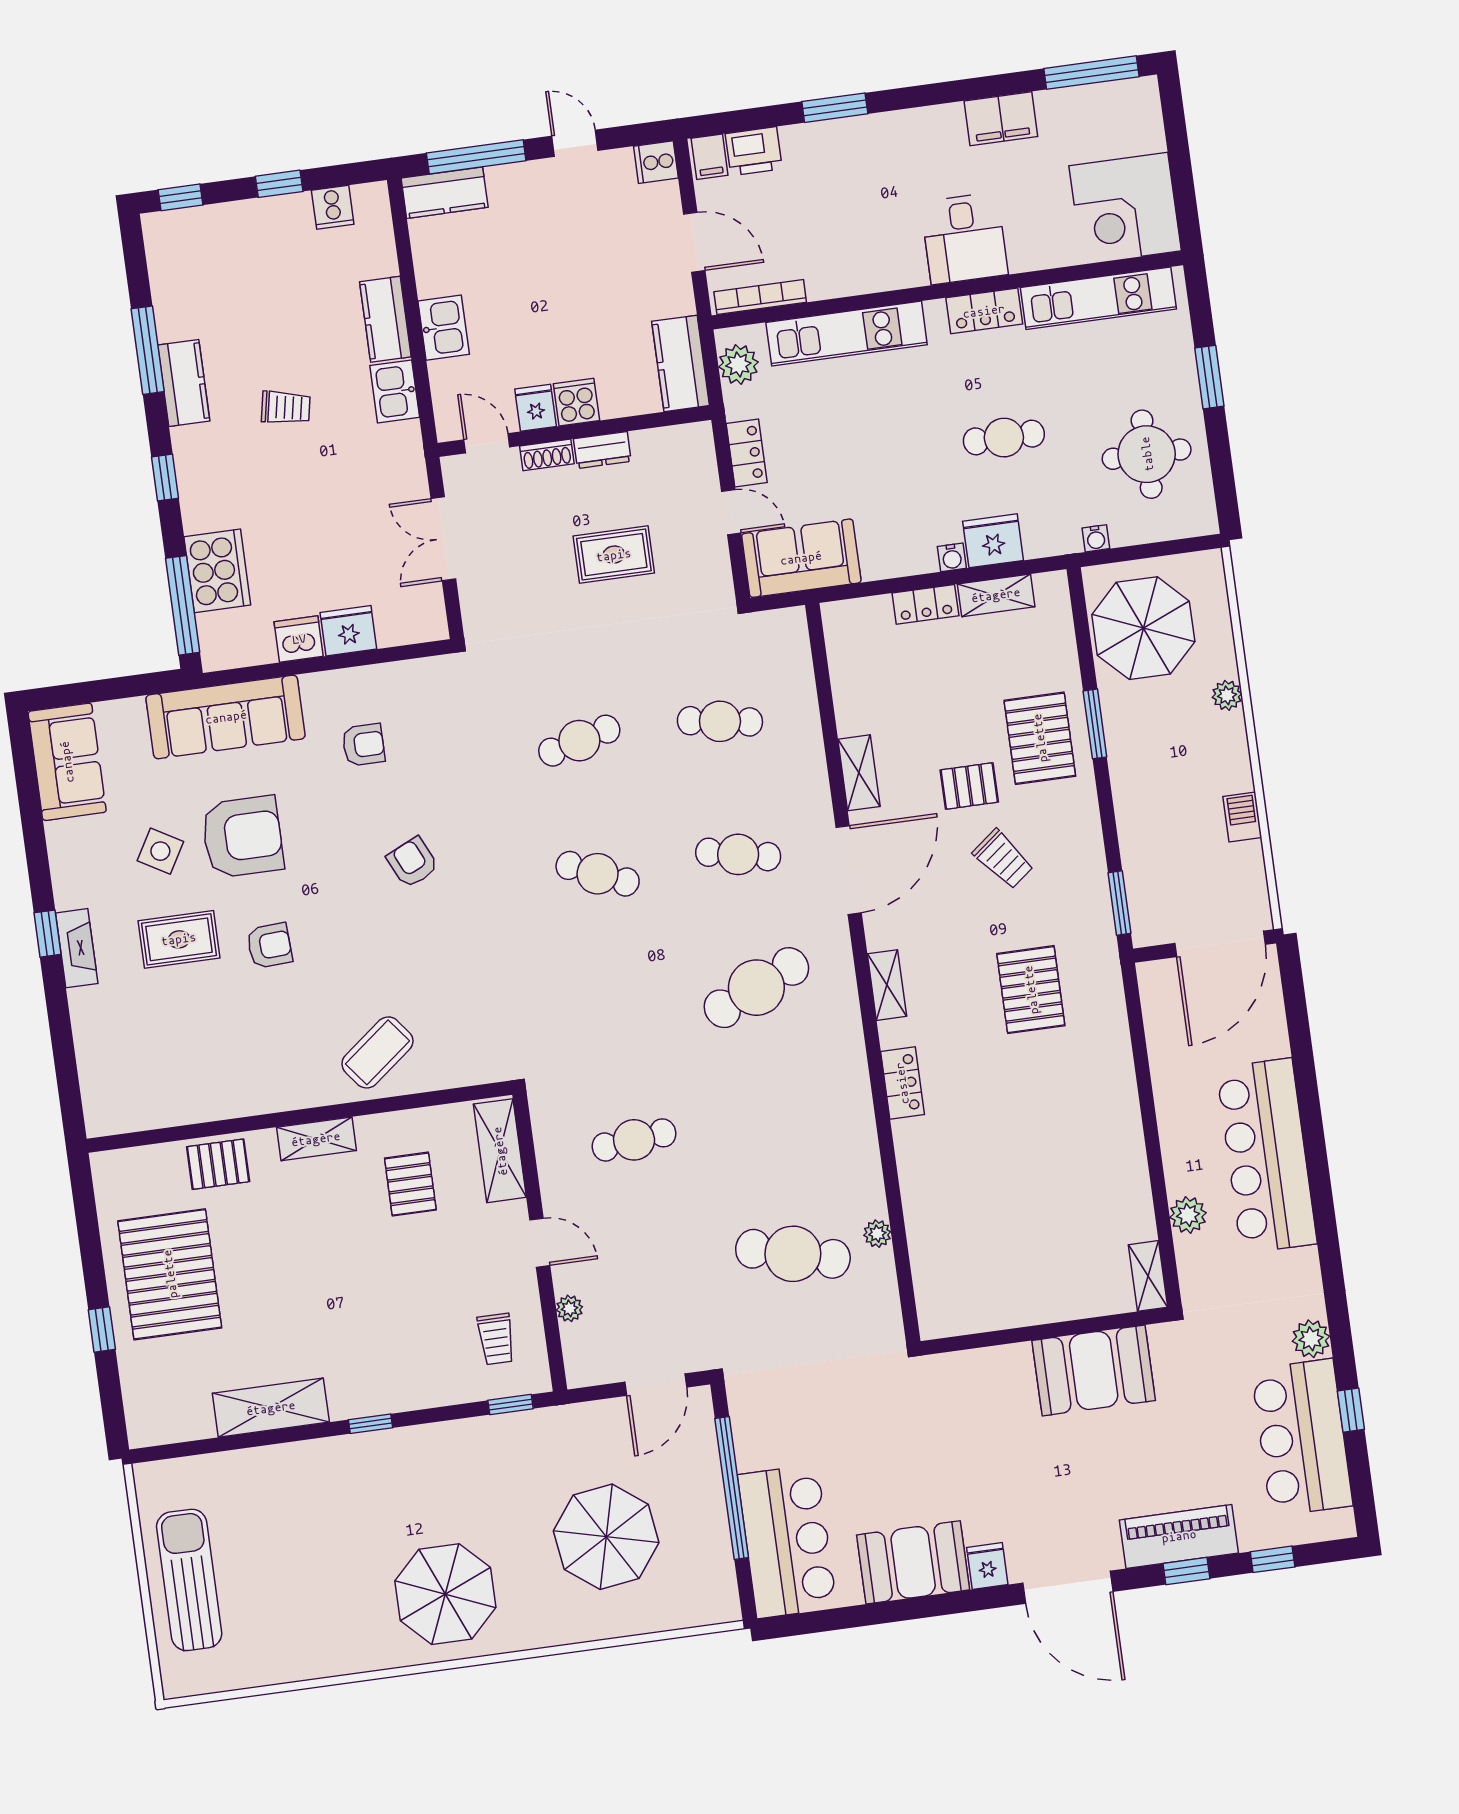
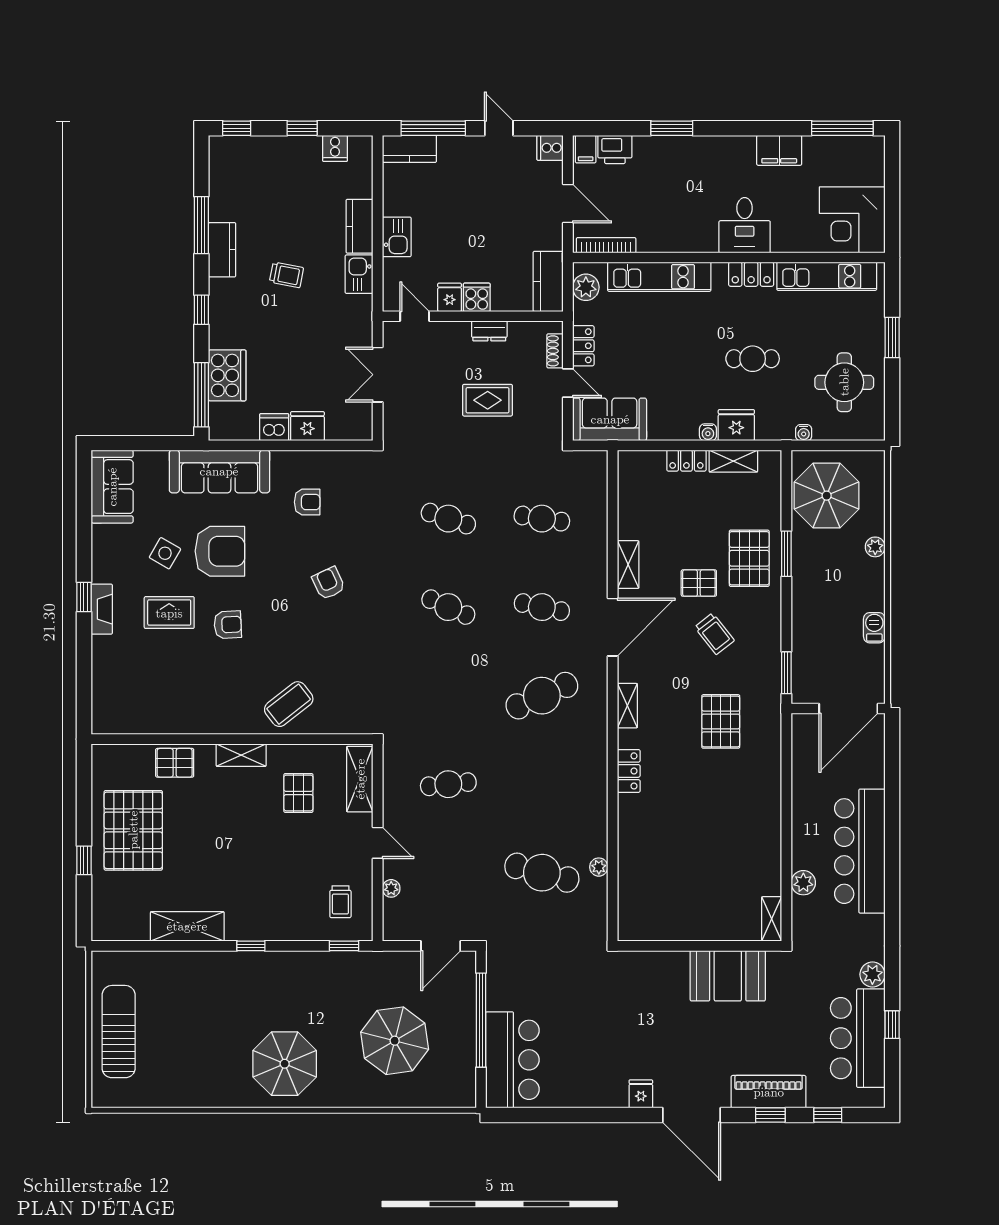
shoe rack: (547, 455) -> (555, 351), moved, turned 90
cafe table: (579, 741) -> (448, 519), turned 33
booth: (913, 1562) -> (593, 1085), removed

